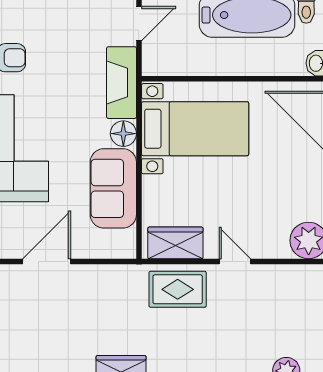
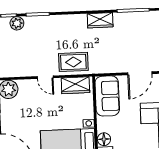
sofa: (113, 188) -> (107, 96), moved

